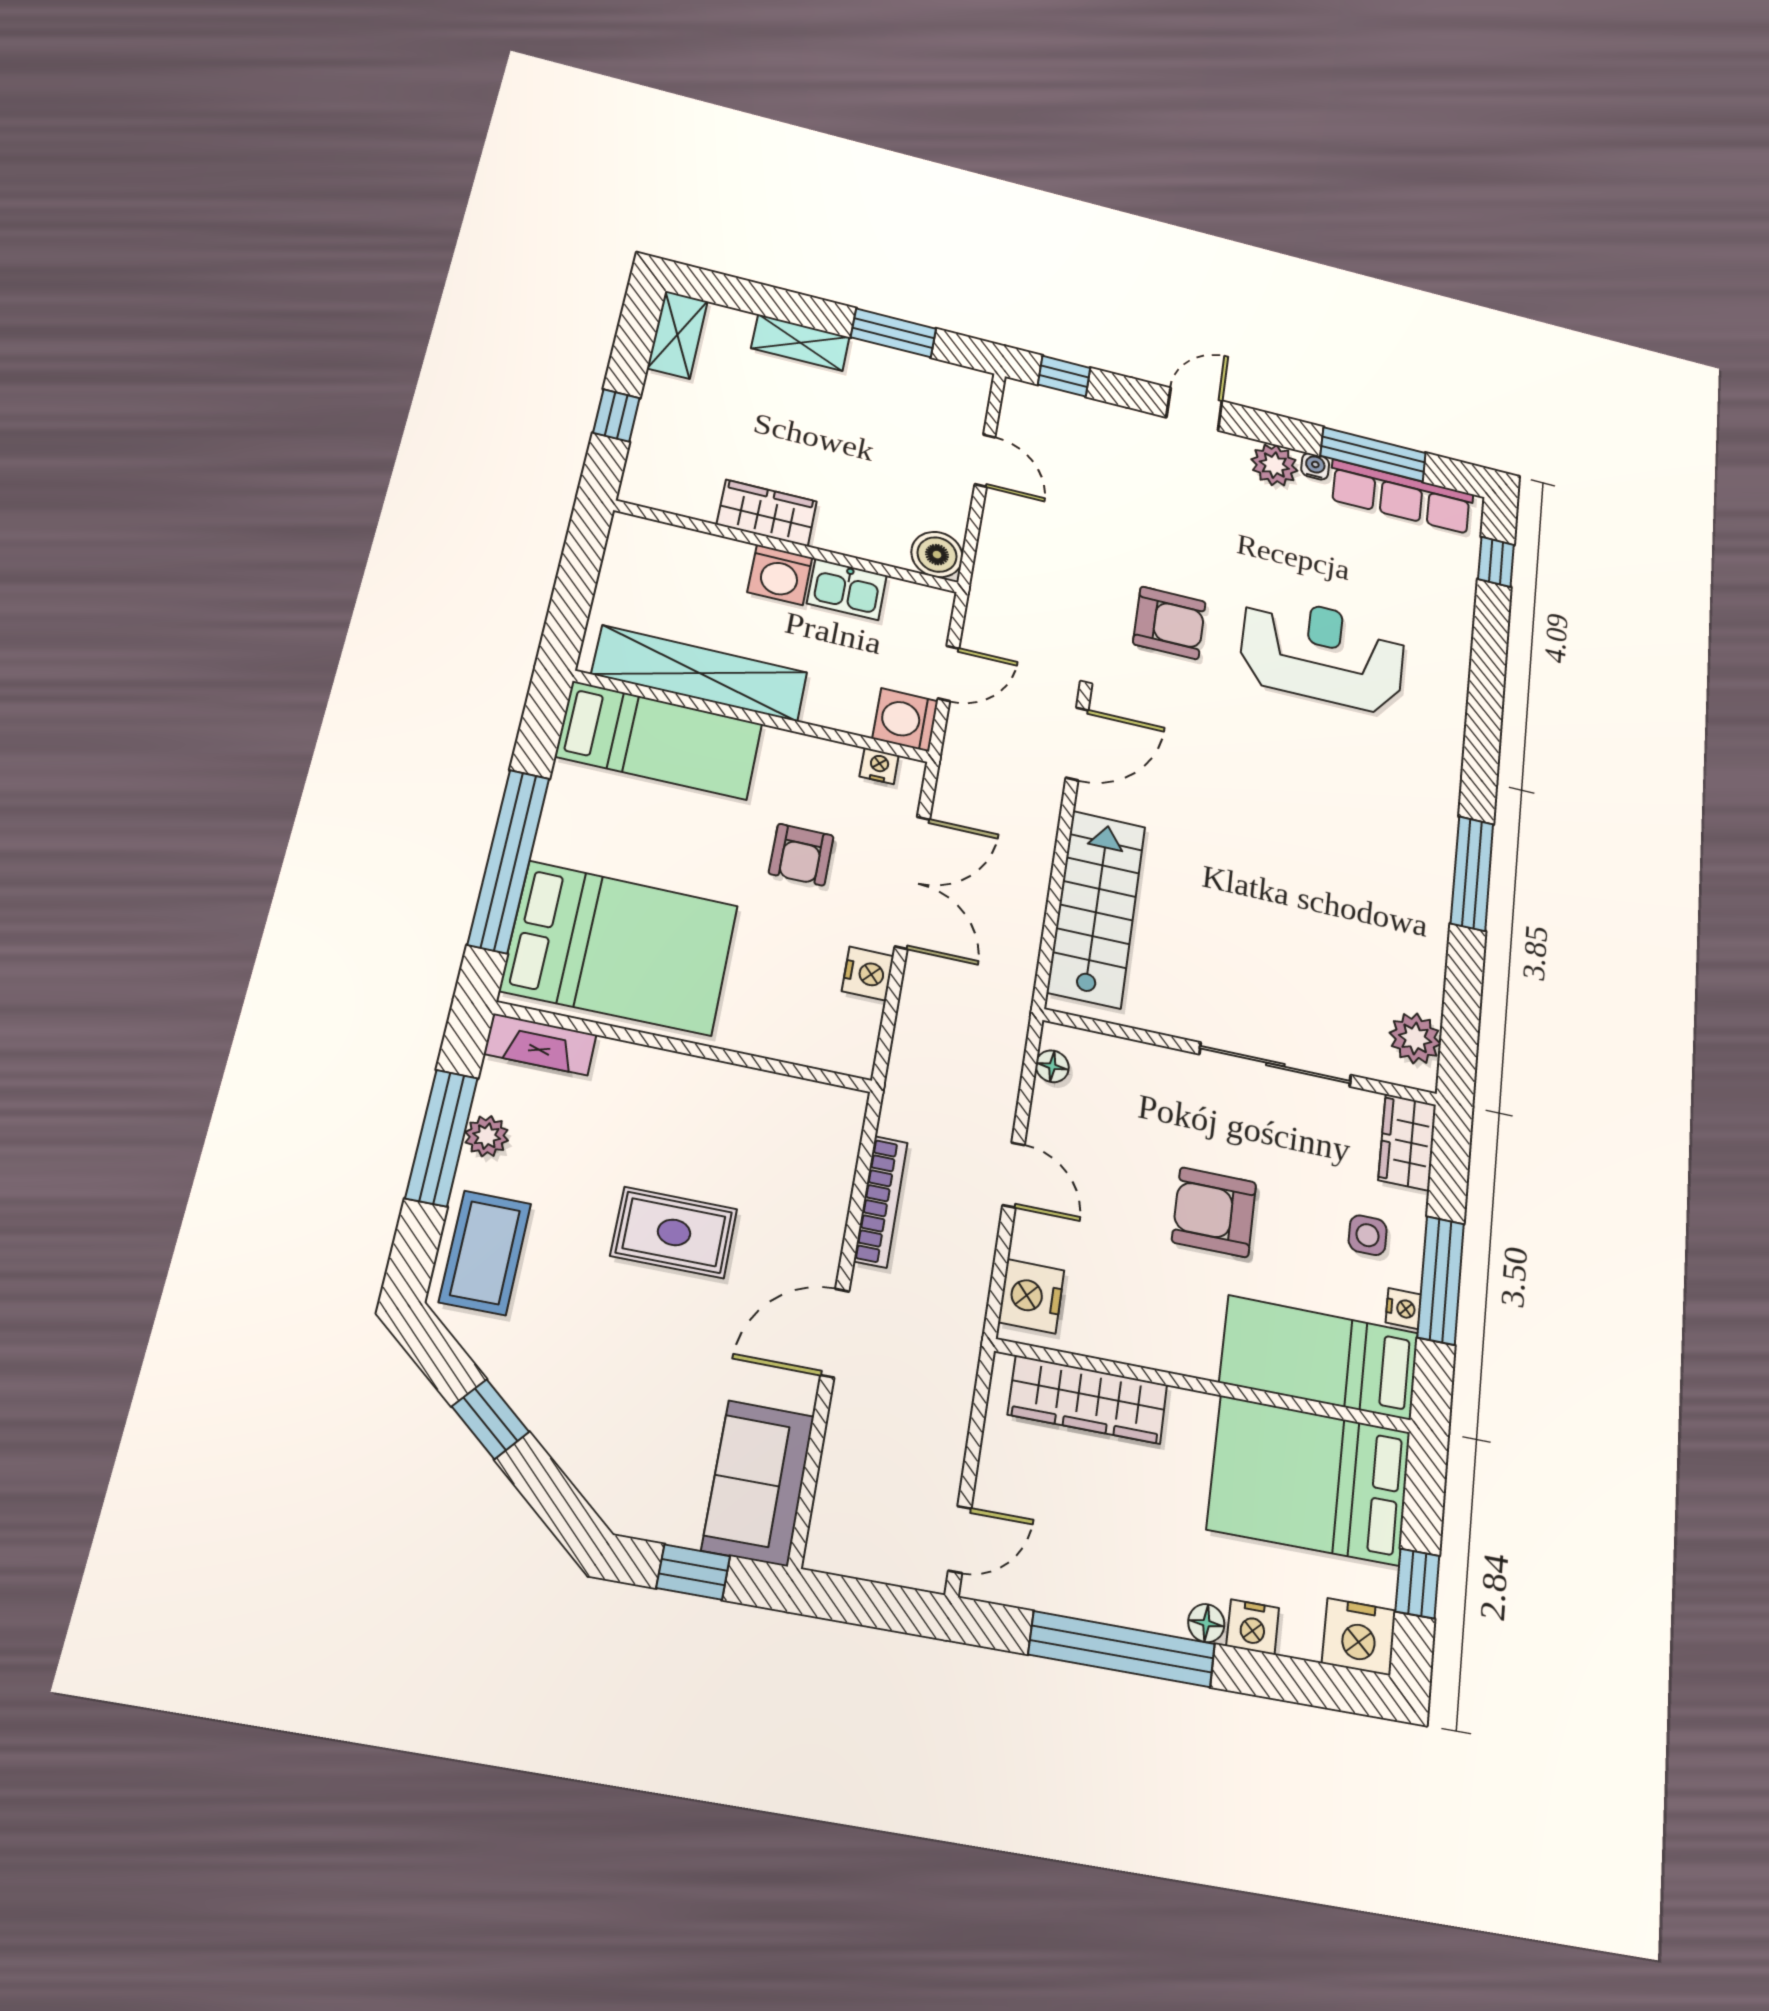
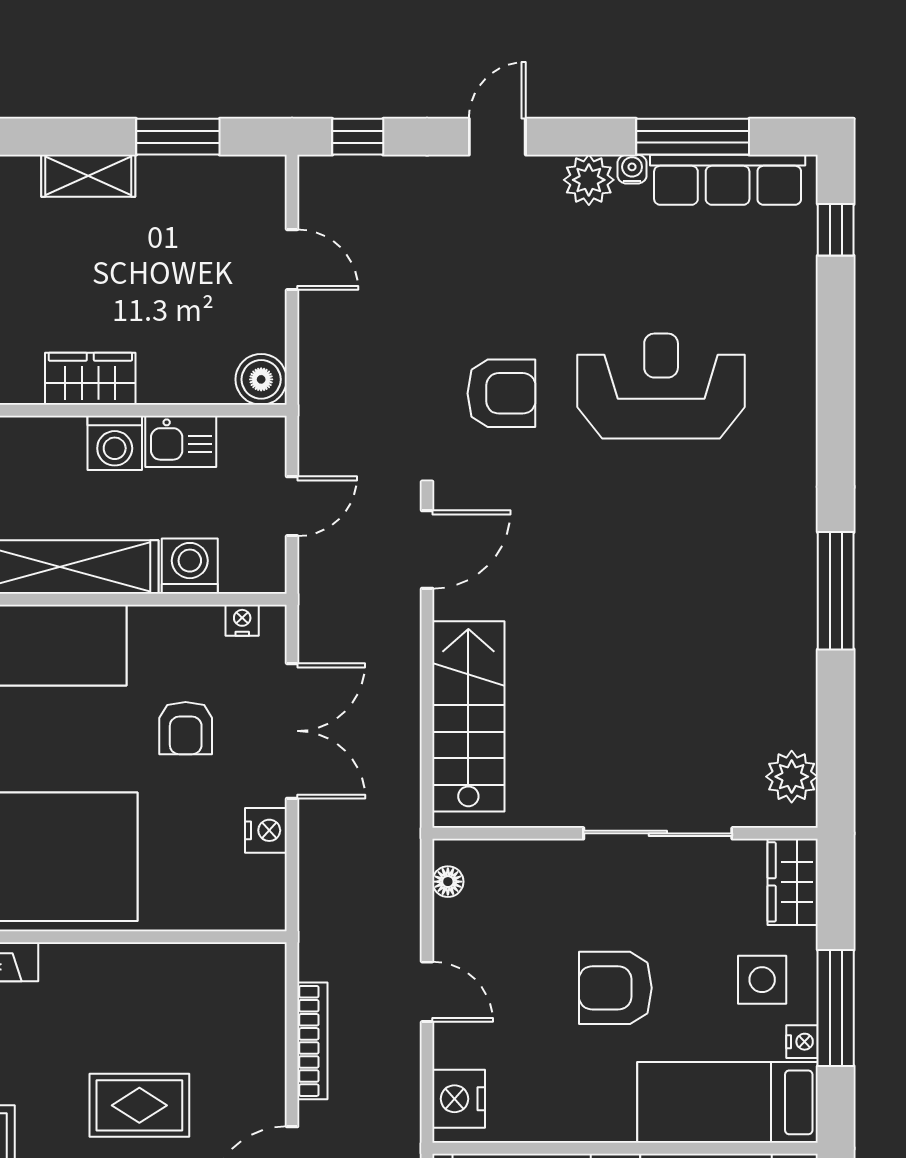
washing machine: (905, 720) -> (190, 566), moved, turned 90
side table: (1368, 1235) -> (762, 980), width x1.37, depth x1.37

